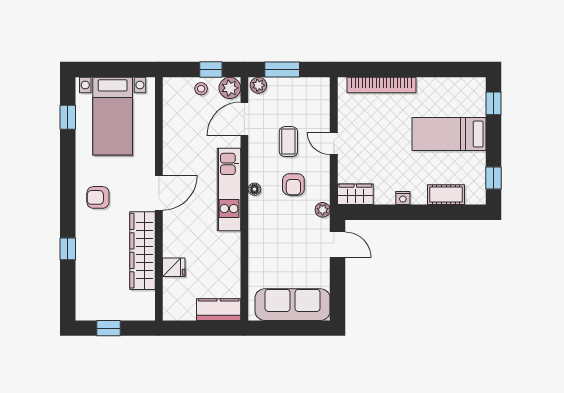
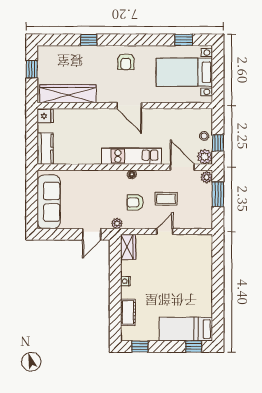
bookcase: (382, 85) -> (207, 266), removed
bed: (449, 134) -> (186, 329), moved, turned -90
armchair: (98, 197) -> (126, 62), turned 180
wardrobe: (142, 251) -> (68, 94), moved
fridge: (174, 267) -> (45, 116), moved, turned -90

